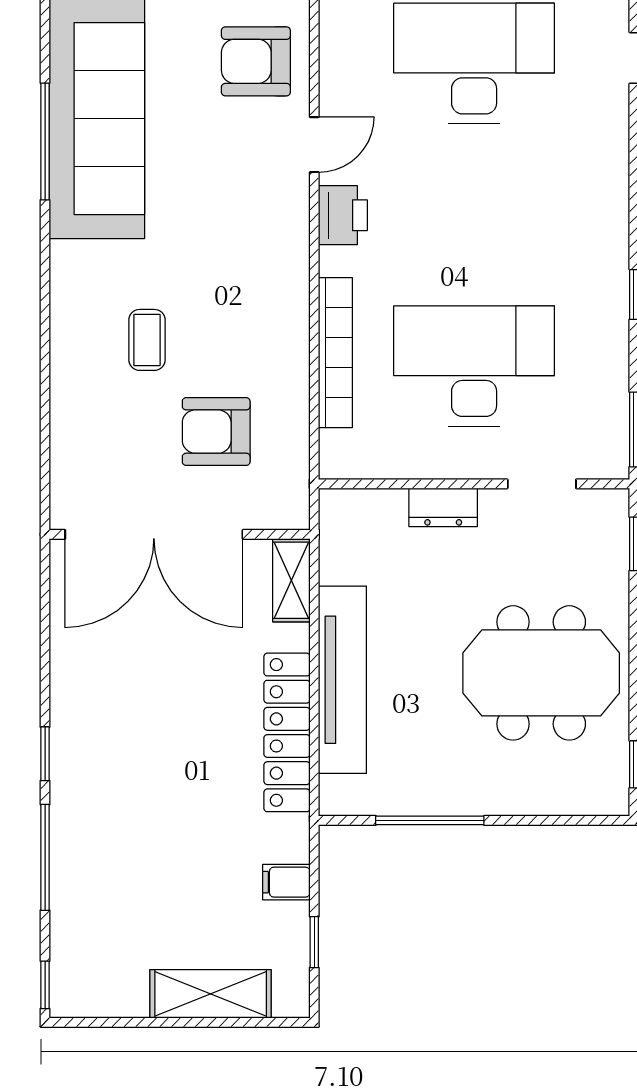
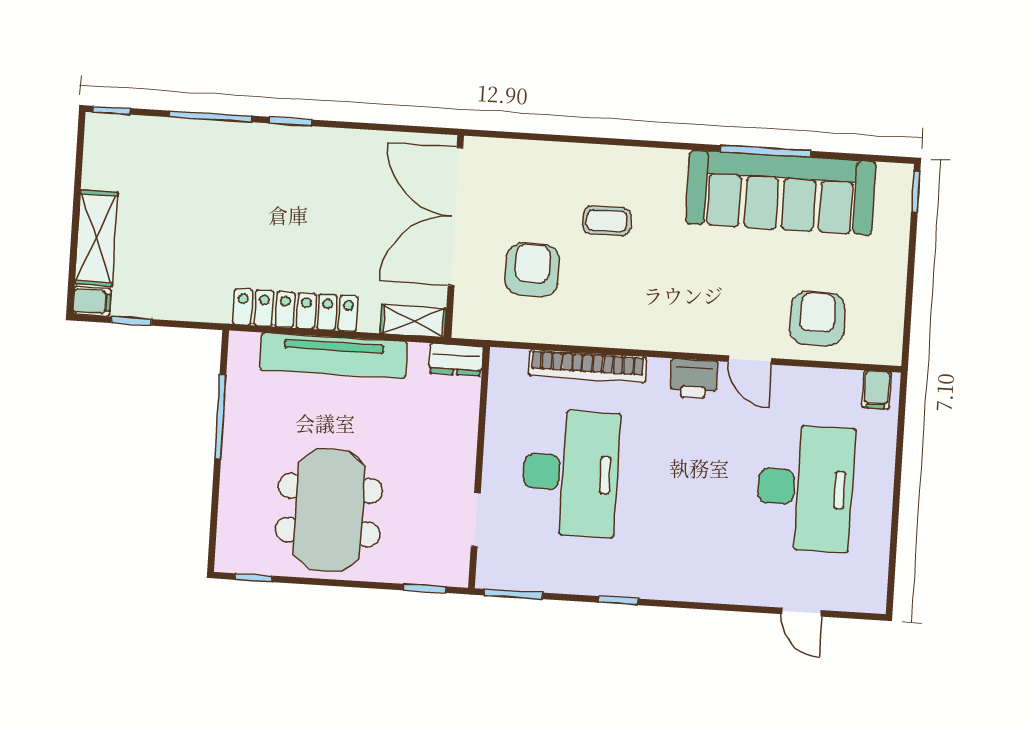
dresser: (443, 507) -> (456, 360), moved, turned -90
filing cabinet: (286, 882) -> (92, 301), moved, turned 90

